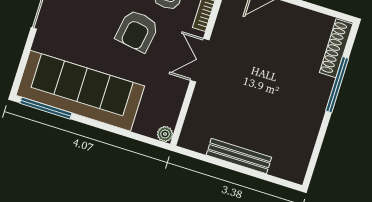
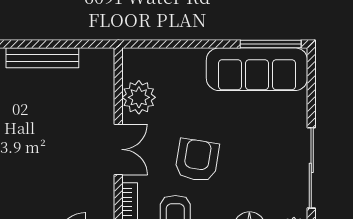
sofa: (80, 91) -> (257, 69), width x0.74, depth x0.79
plant: (165, 134) -> (139, 97), moved, width x1.88, depth x1.88

